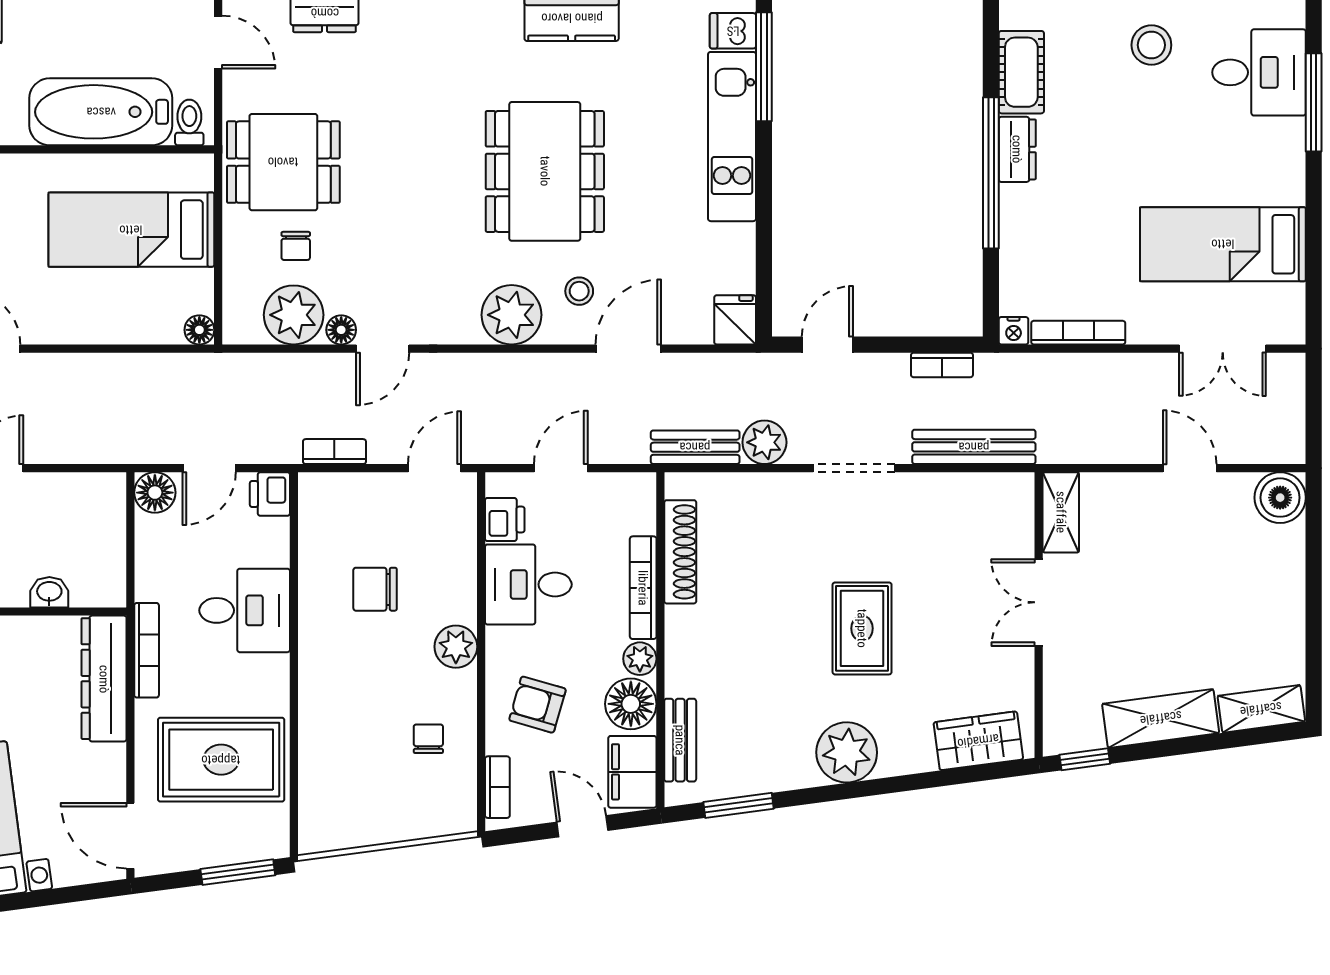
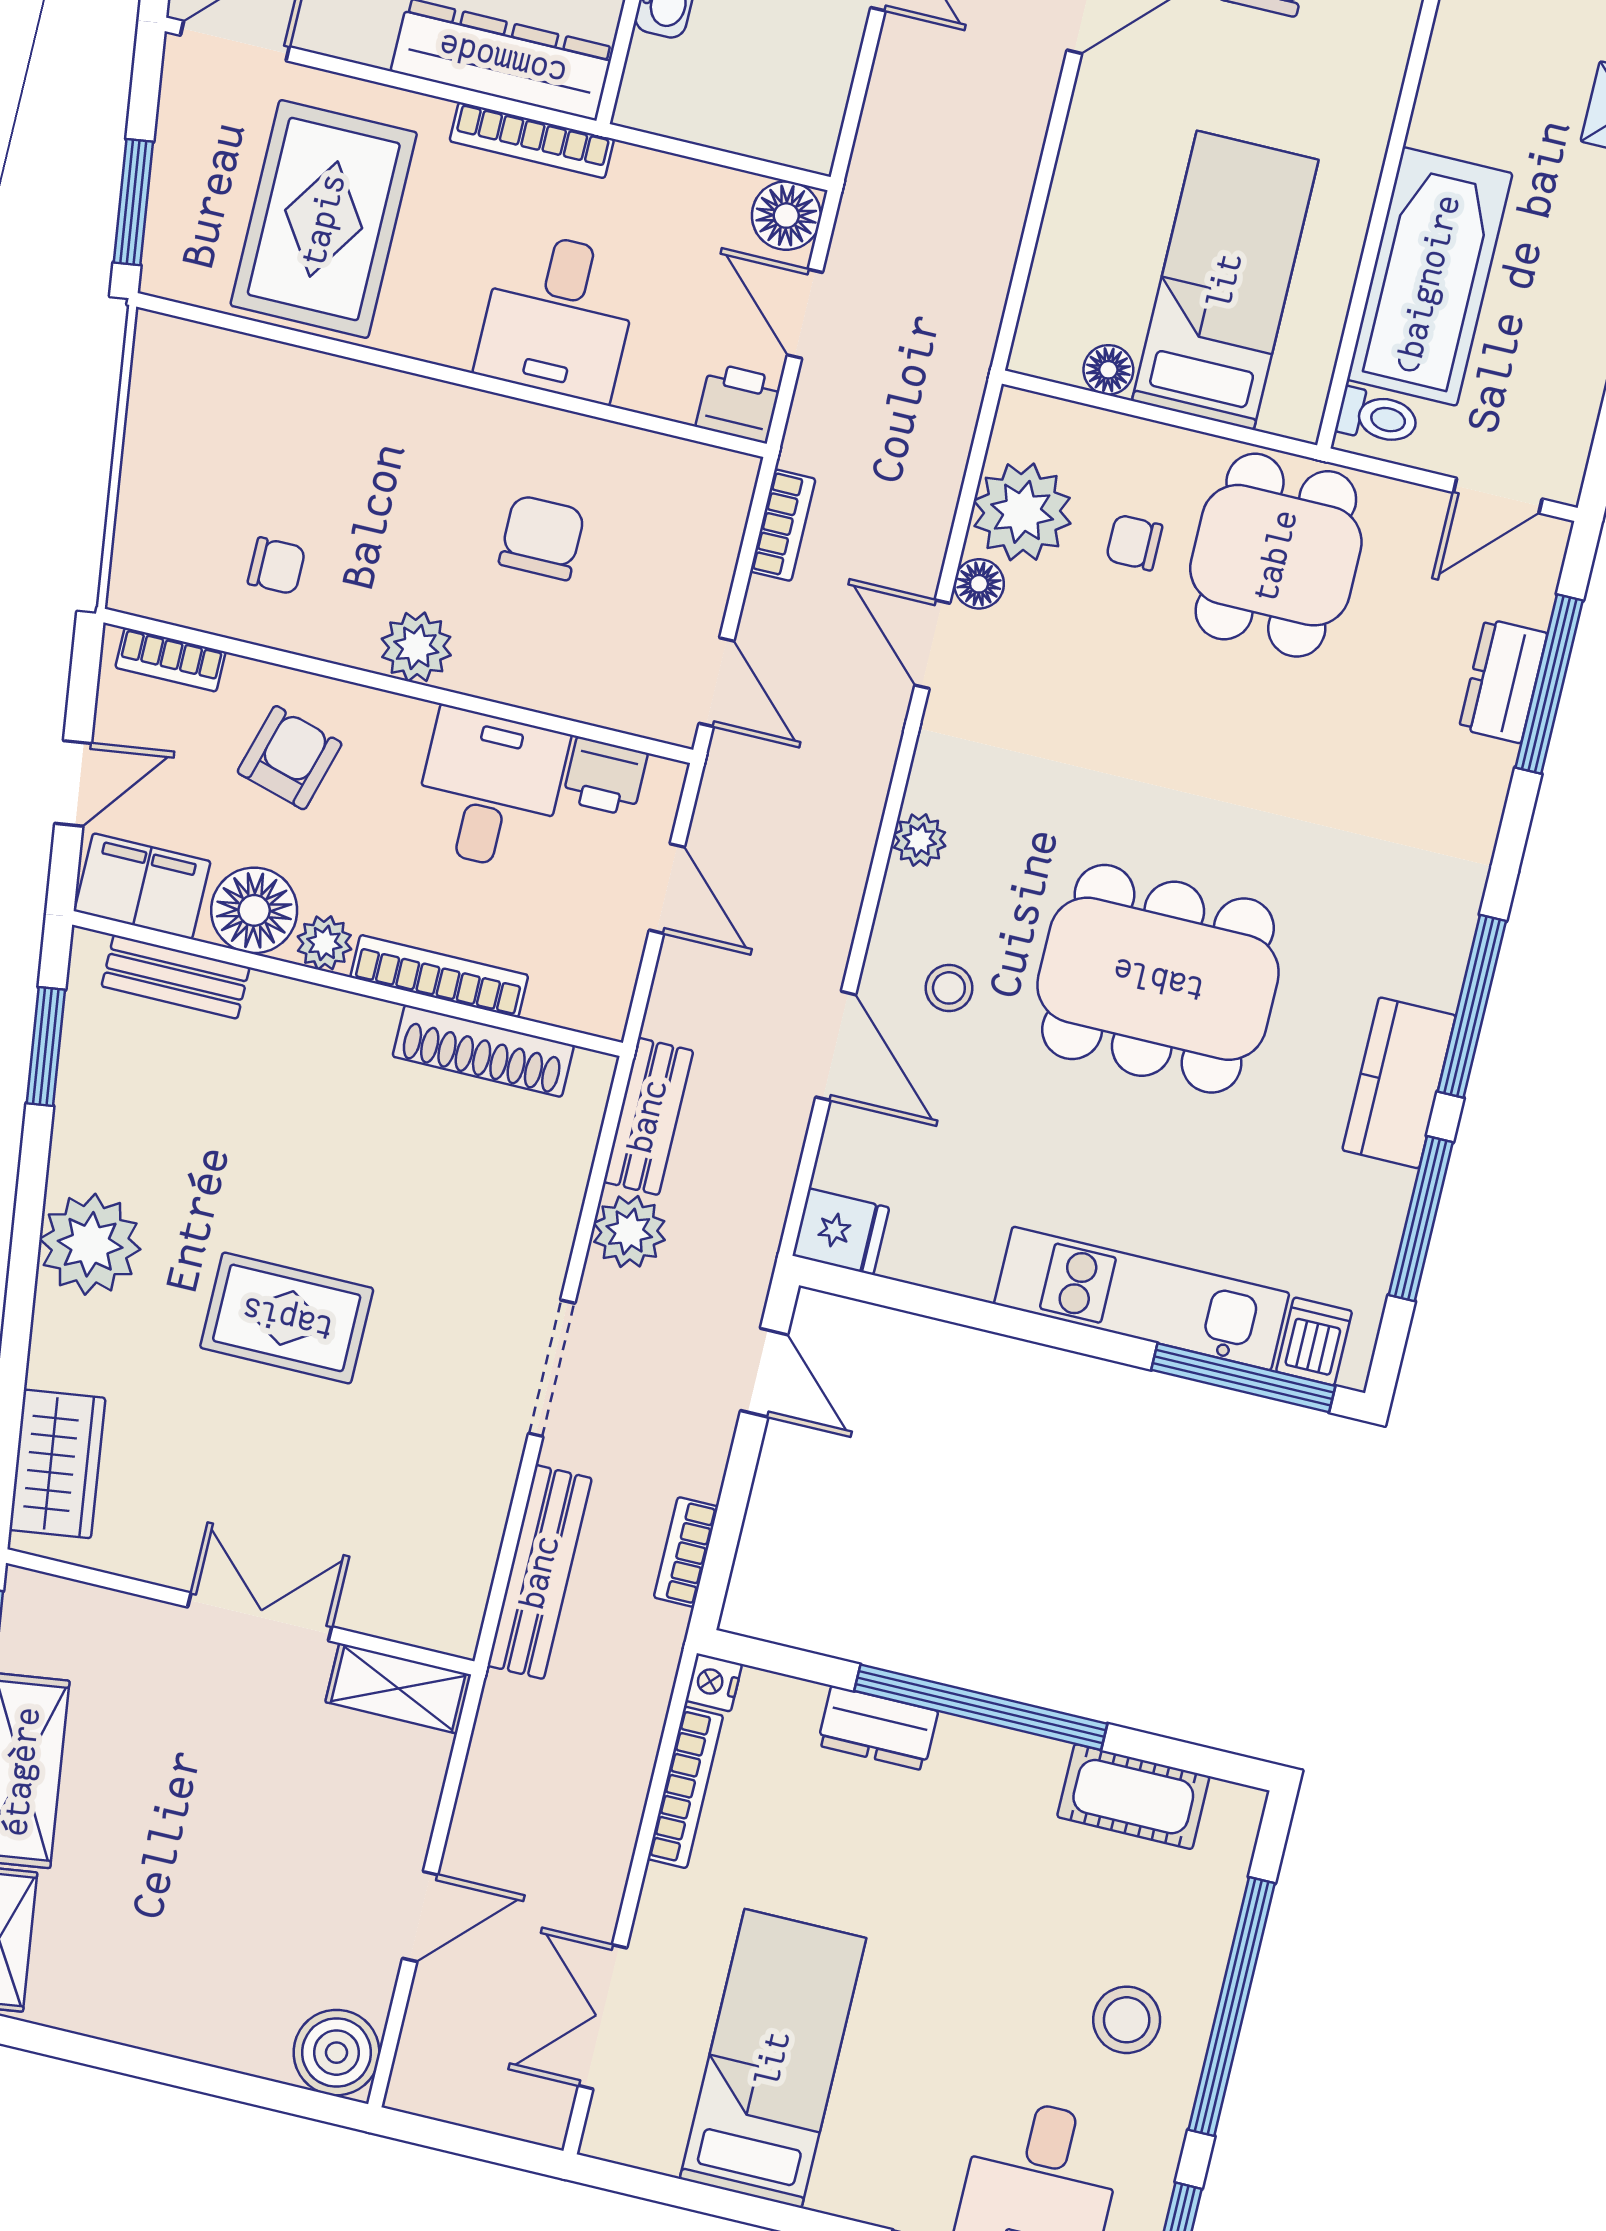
dresser: (1017, 149) -> (878, 1728), moved
plant: (512, 315) -> (920, 840), width x0.53, depth x0.53
floor lamp: (199, 330) -> (1108, 370), moved

